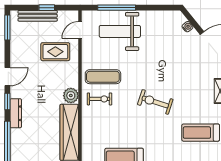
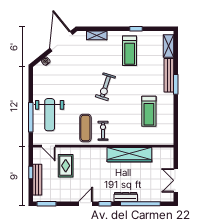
door: (7, 77) -> (85, 204), hinge flipped
plant: (71, 96) -> (100, 153), removed
dresser: (16, 113) -> (126, 197), moved

